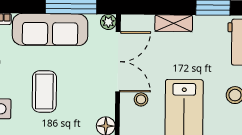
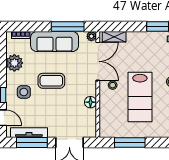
shelving: (174, 23) -> (114, 37), moved
coffee table: (44, 91) -> (51, 81), turned 90

